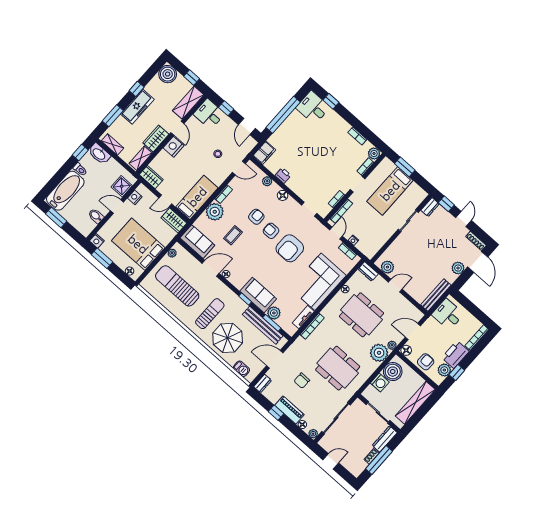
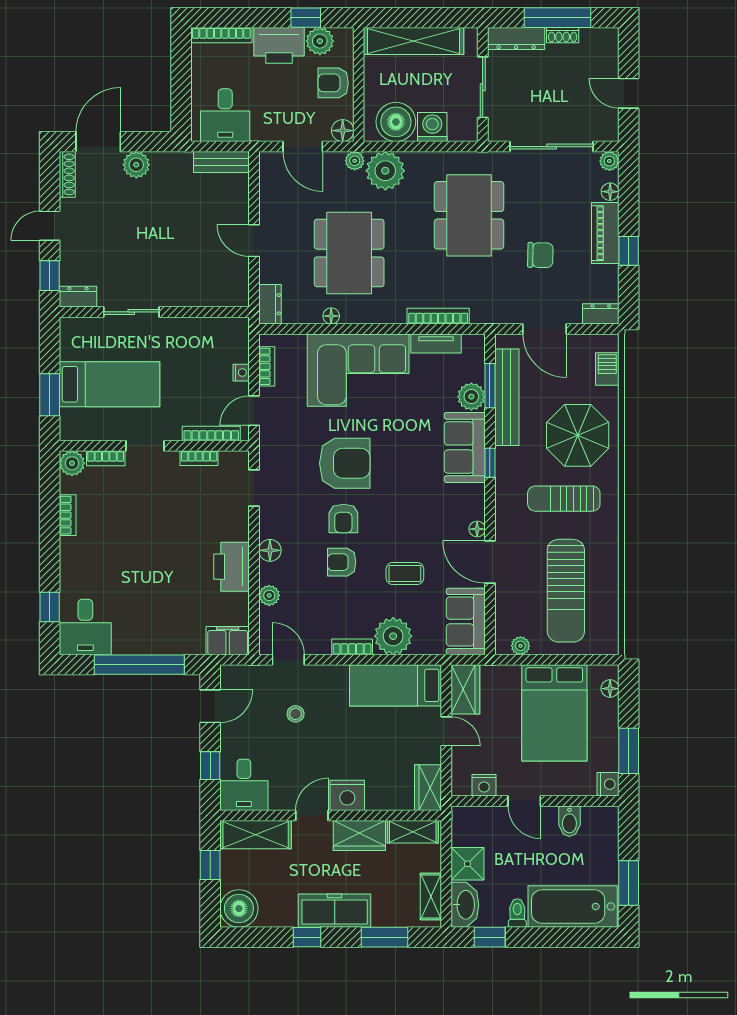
printer: (283, 175) -> (231, 567), width x1.87, depth x1.48
shower: (122, 186) -> (468, 864), moved
plant: (387, 267) -> (236, 280), removed
bench: (436, 295) -> (221, 162), width x0.73

